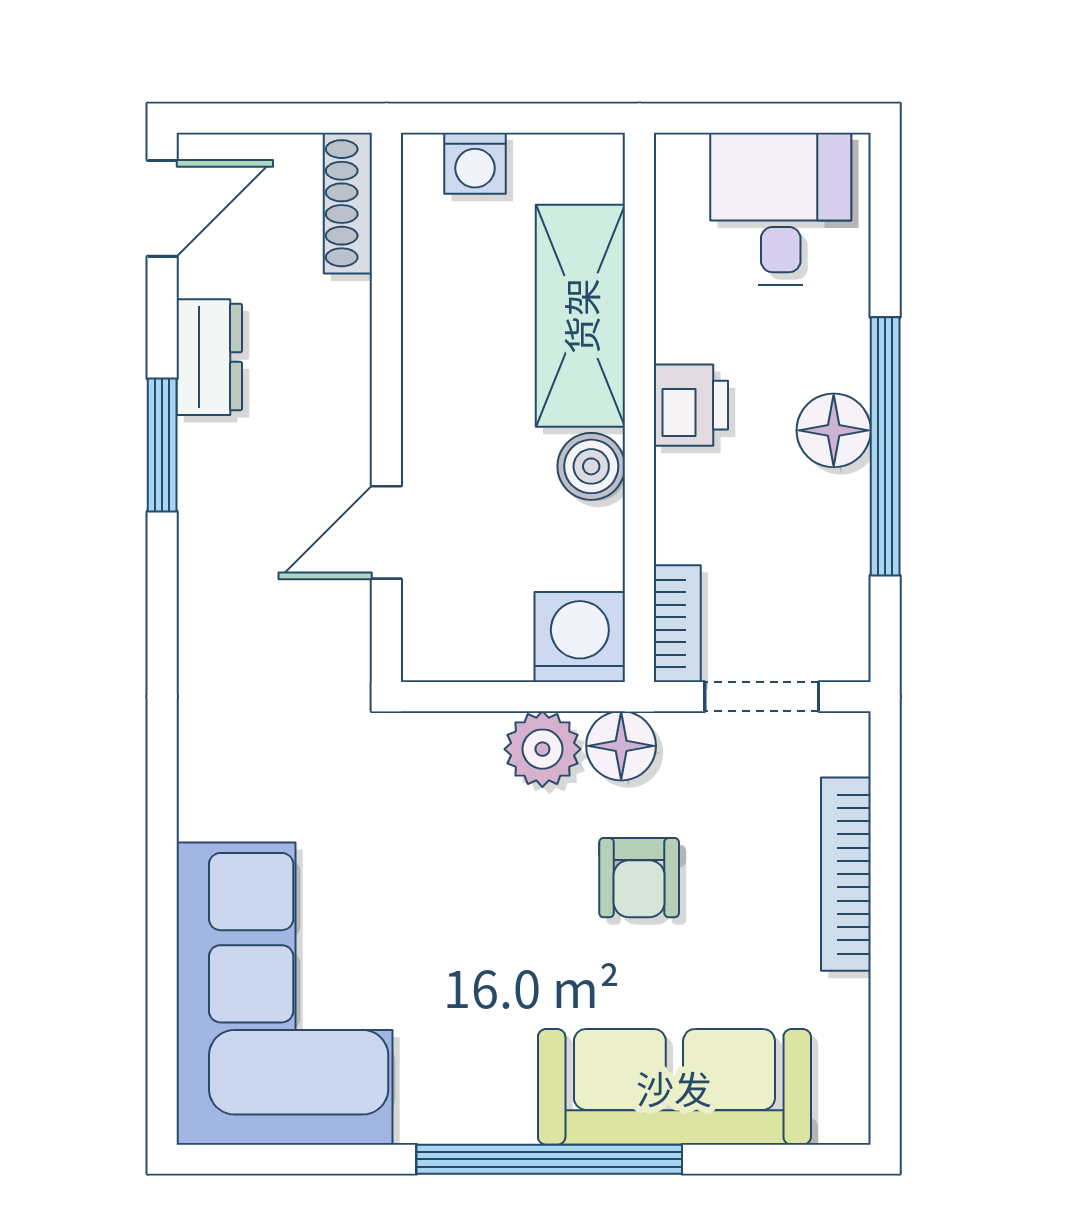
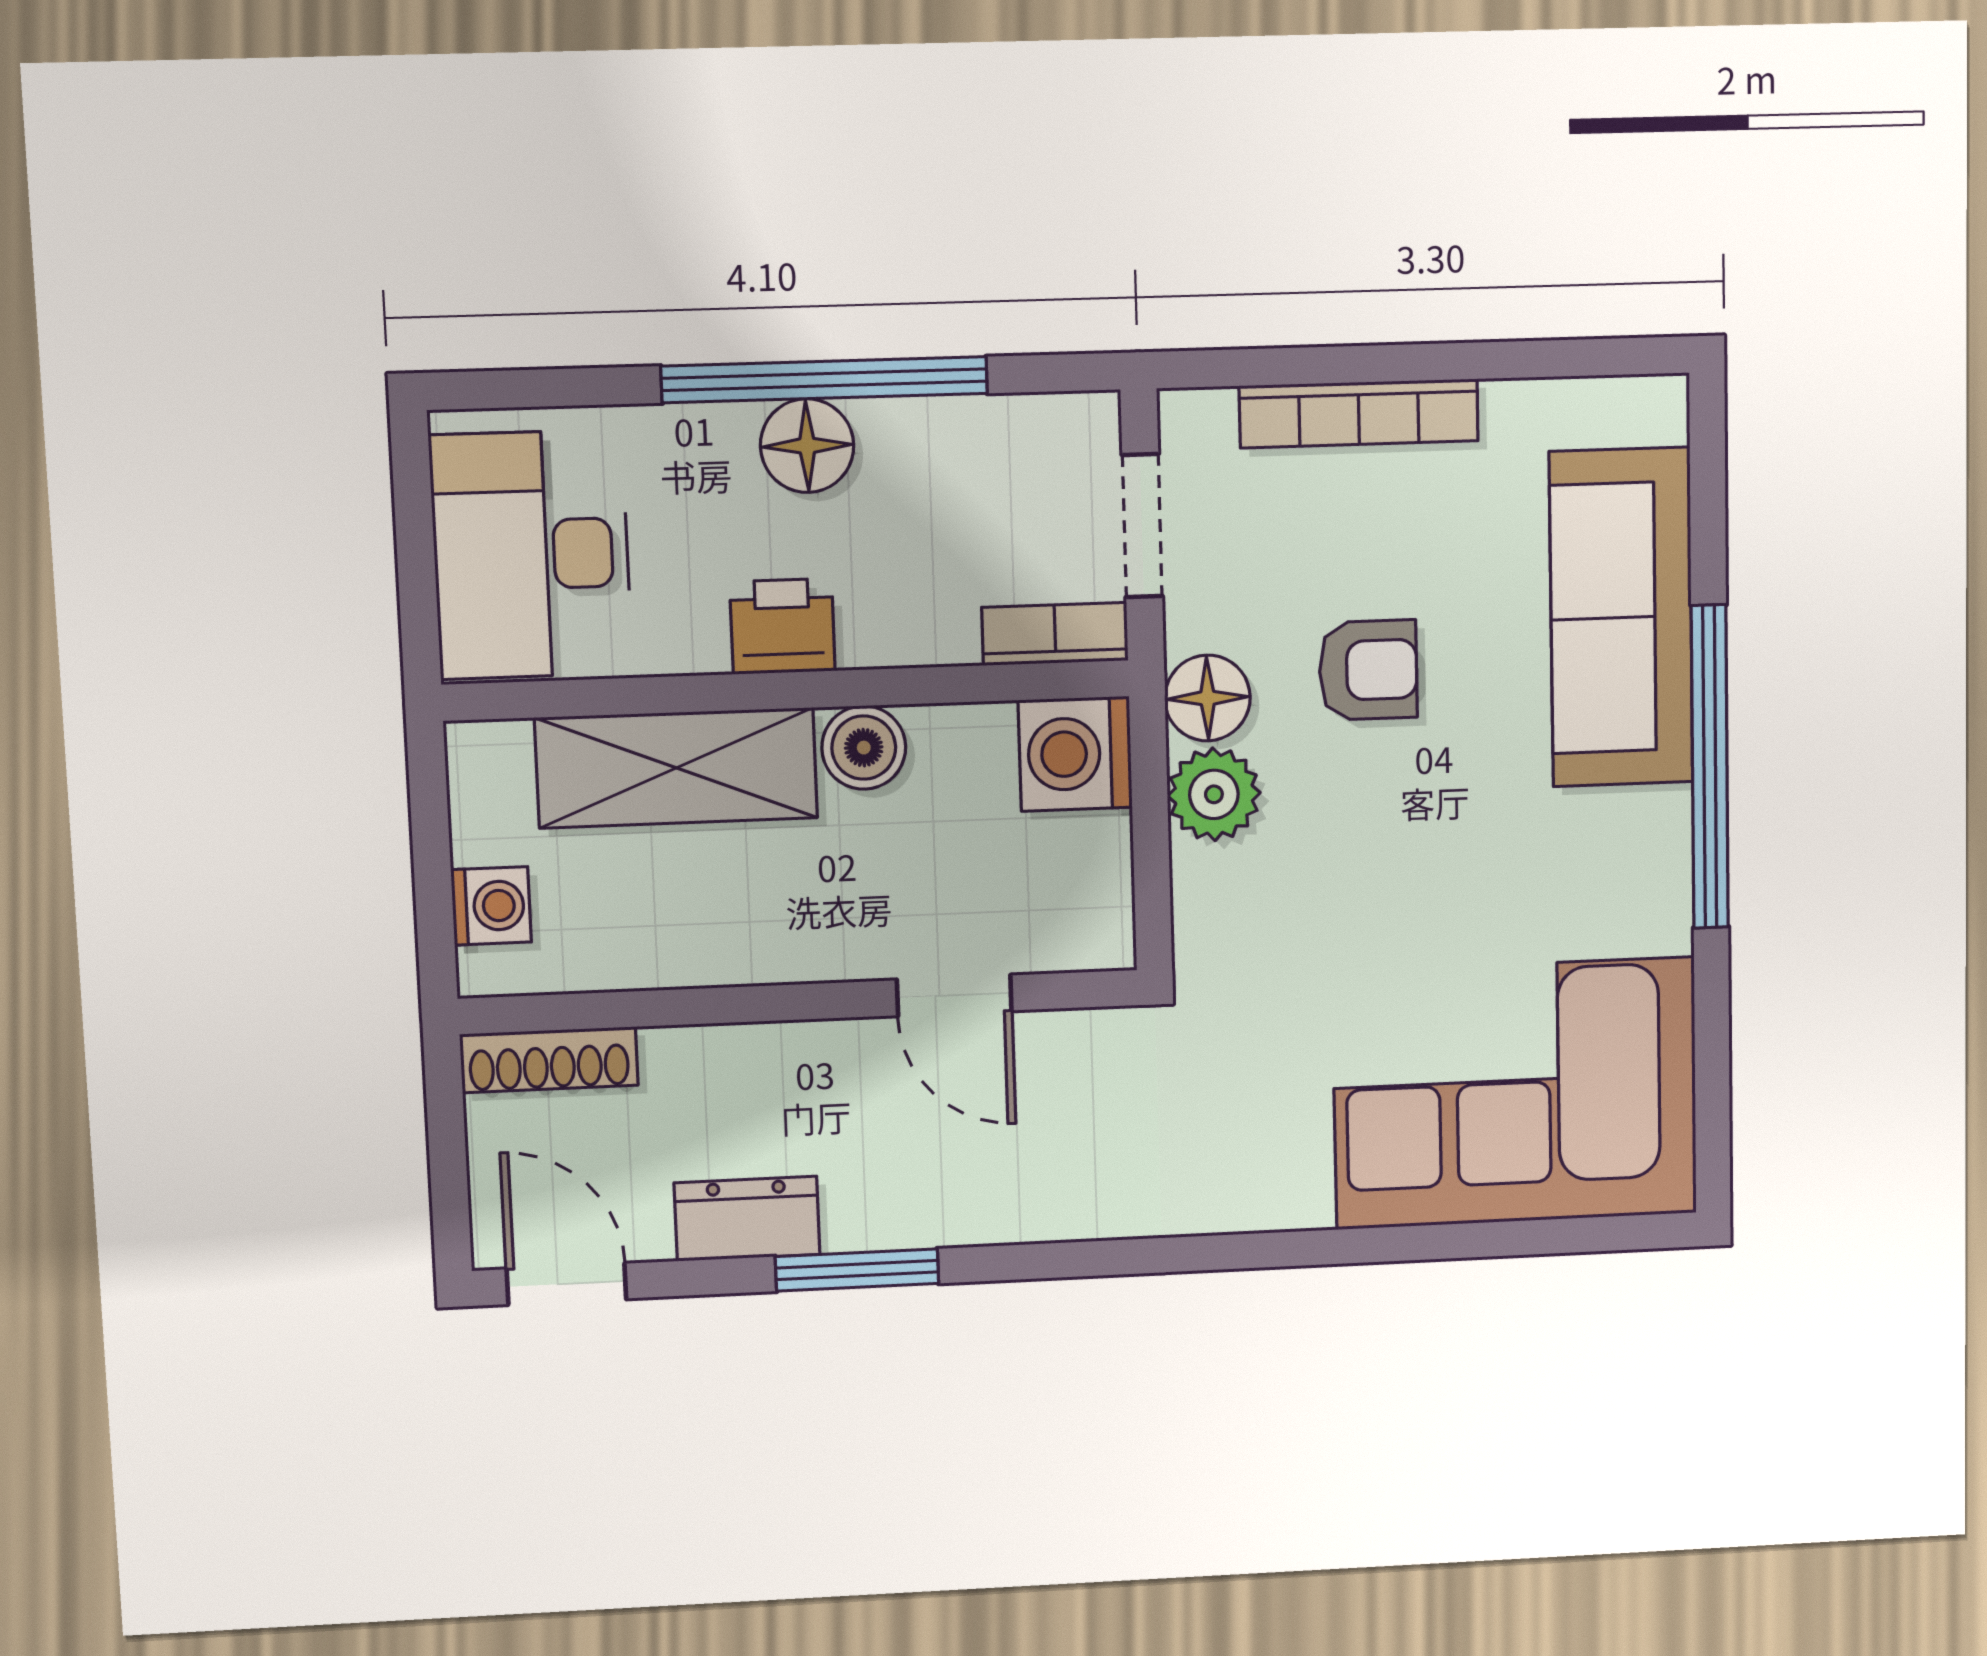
desk: (781, 209) -> (531, 555), width x1.37

